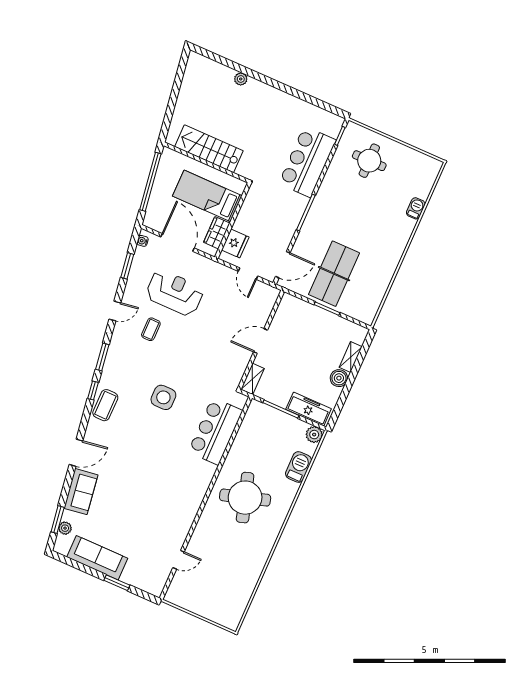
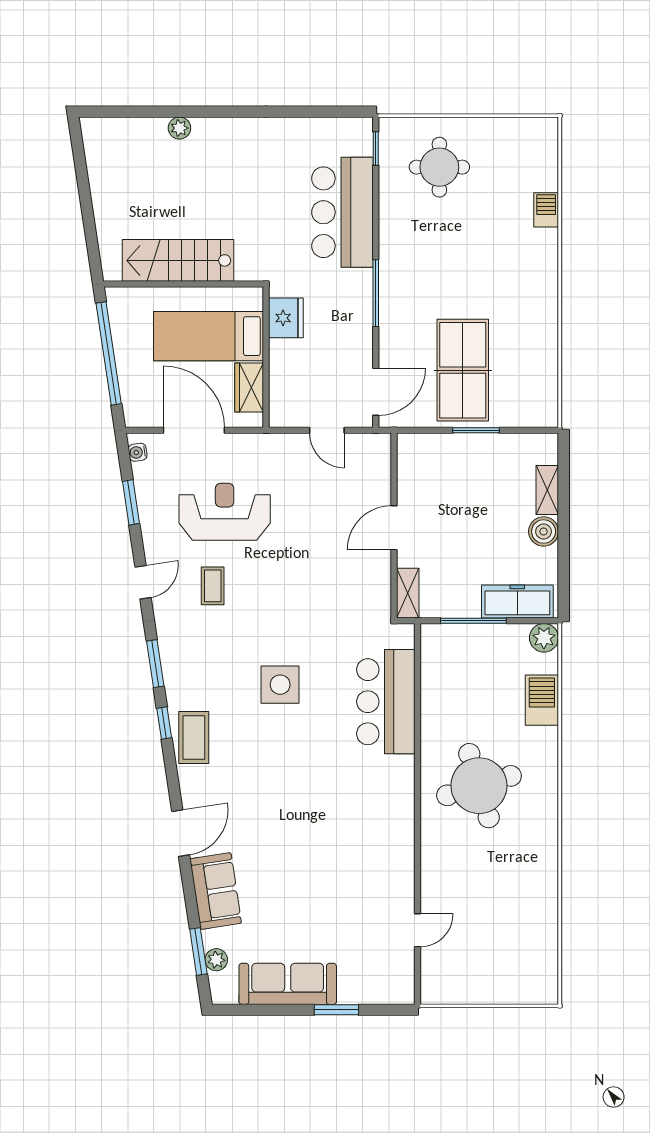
fridge: (235, 243) -> (286, 318), moved

